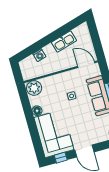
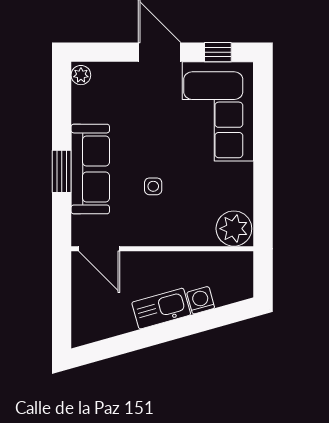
kitchen sink: (64, 42) -> (161, 309), moved
floor lamp: (37, 111) -> (242, 175), removed

